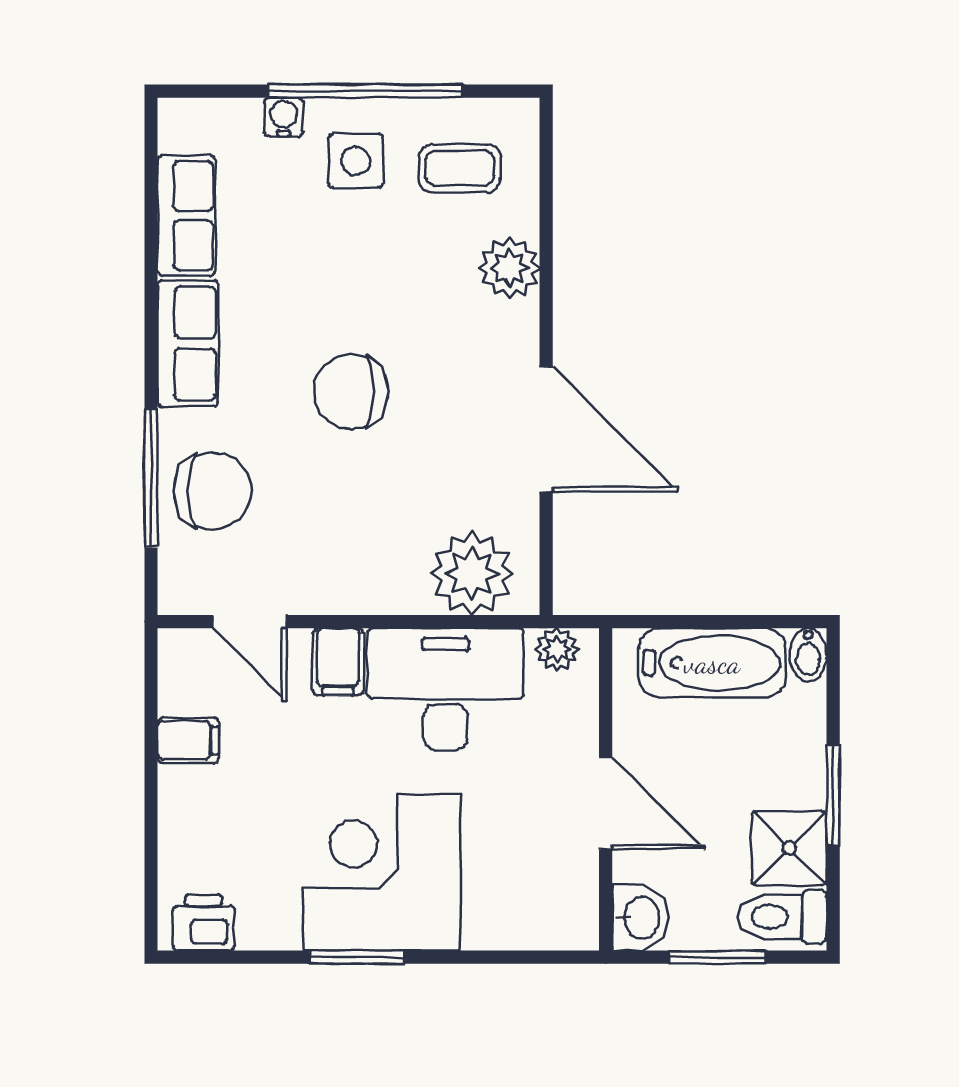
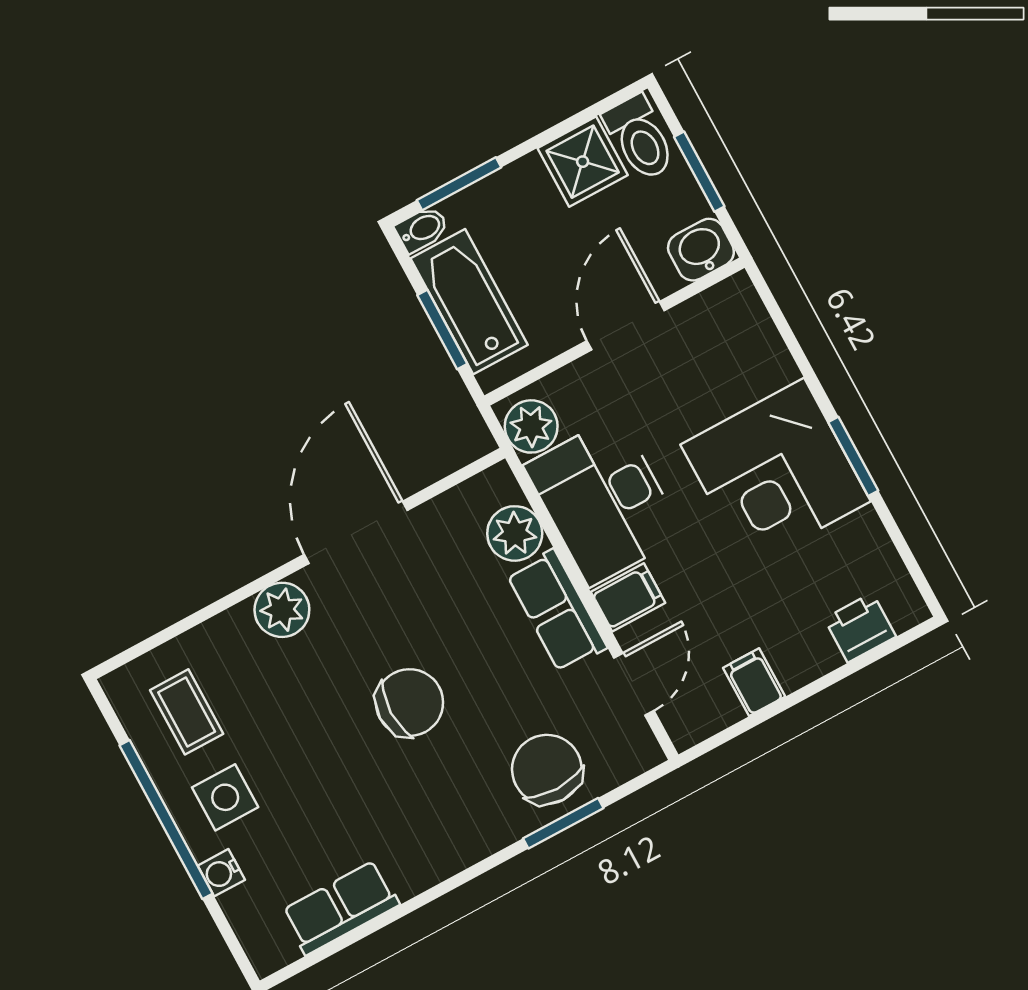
plant: (509, 268) -> (282, 610), moved
row of seats: (188, 344) -> (557, 611), moved, turned -90
chair: (351, 392) -> (409, 703), turned -90
window: (151, 478) -> (563, 823), width x0.69
plant: (472, 573) -> (515, 533), width x0.73, depth x0.73
window: (699, 622) -> (442, 330), added
plant: (557, 649) -> (531, 426), width x1.38, depth x1.38
window: (833, 796) -> (459, 184), moved
printer: (203, 923) -> (860, 628), moved, turned 90

